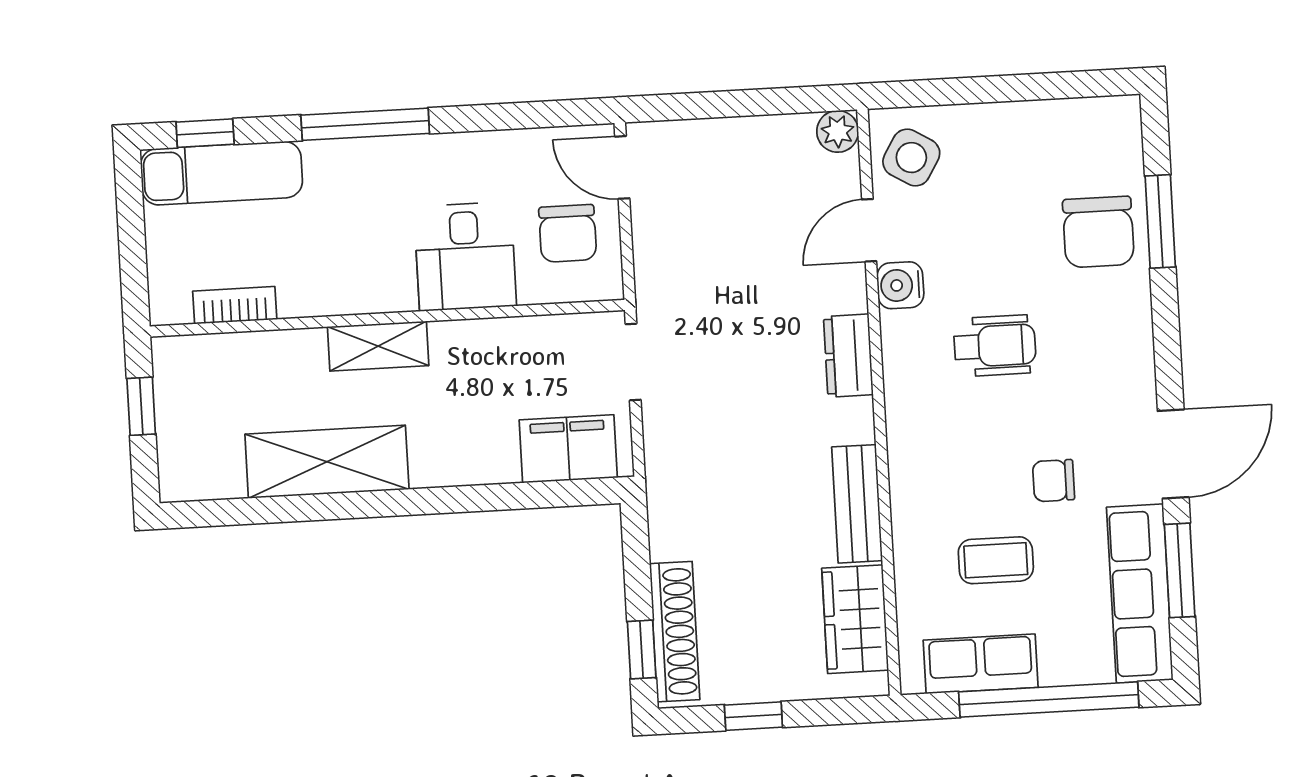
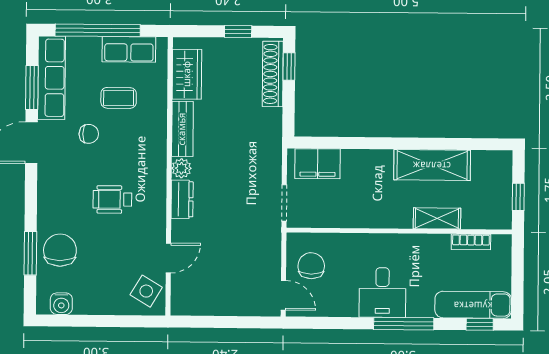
plant: (838, 131) -> (181, 168), moved
desk: (465, 256) -> (382, 292), moved, turned 180
water cooler: (900, 285) -> (61, 304), moved, turned 90
shelving: (378, 346) -> (437, 218), moved

